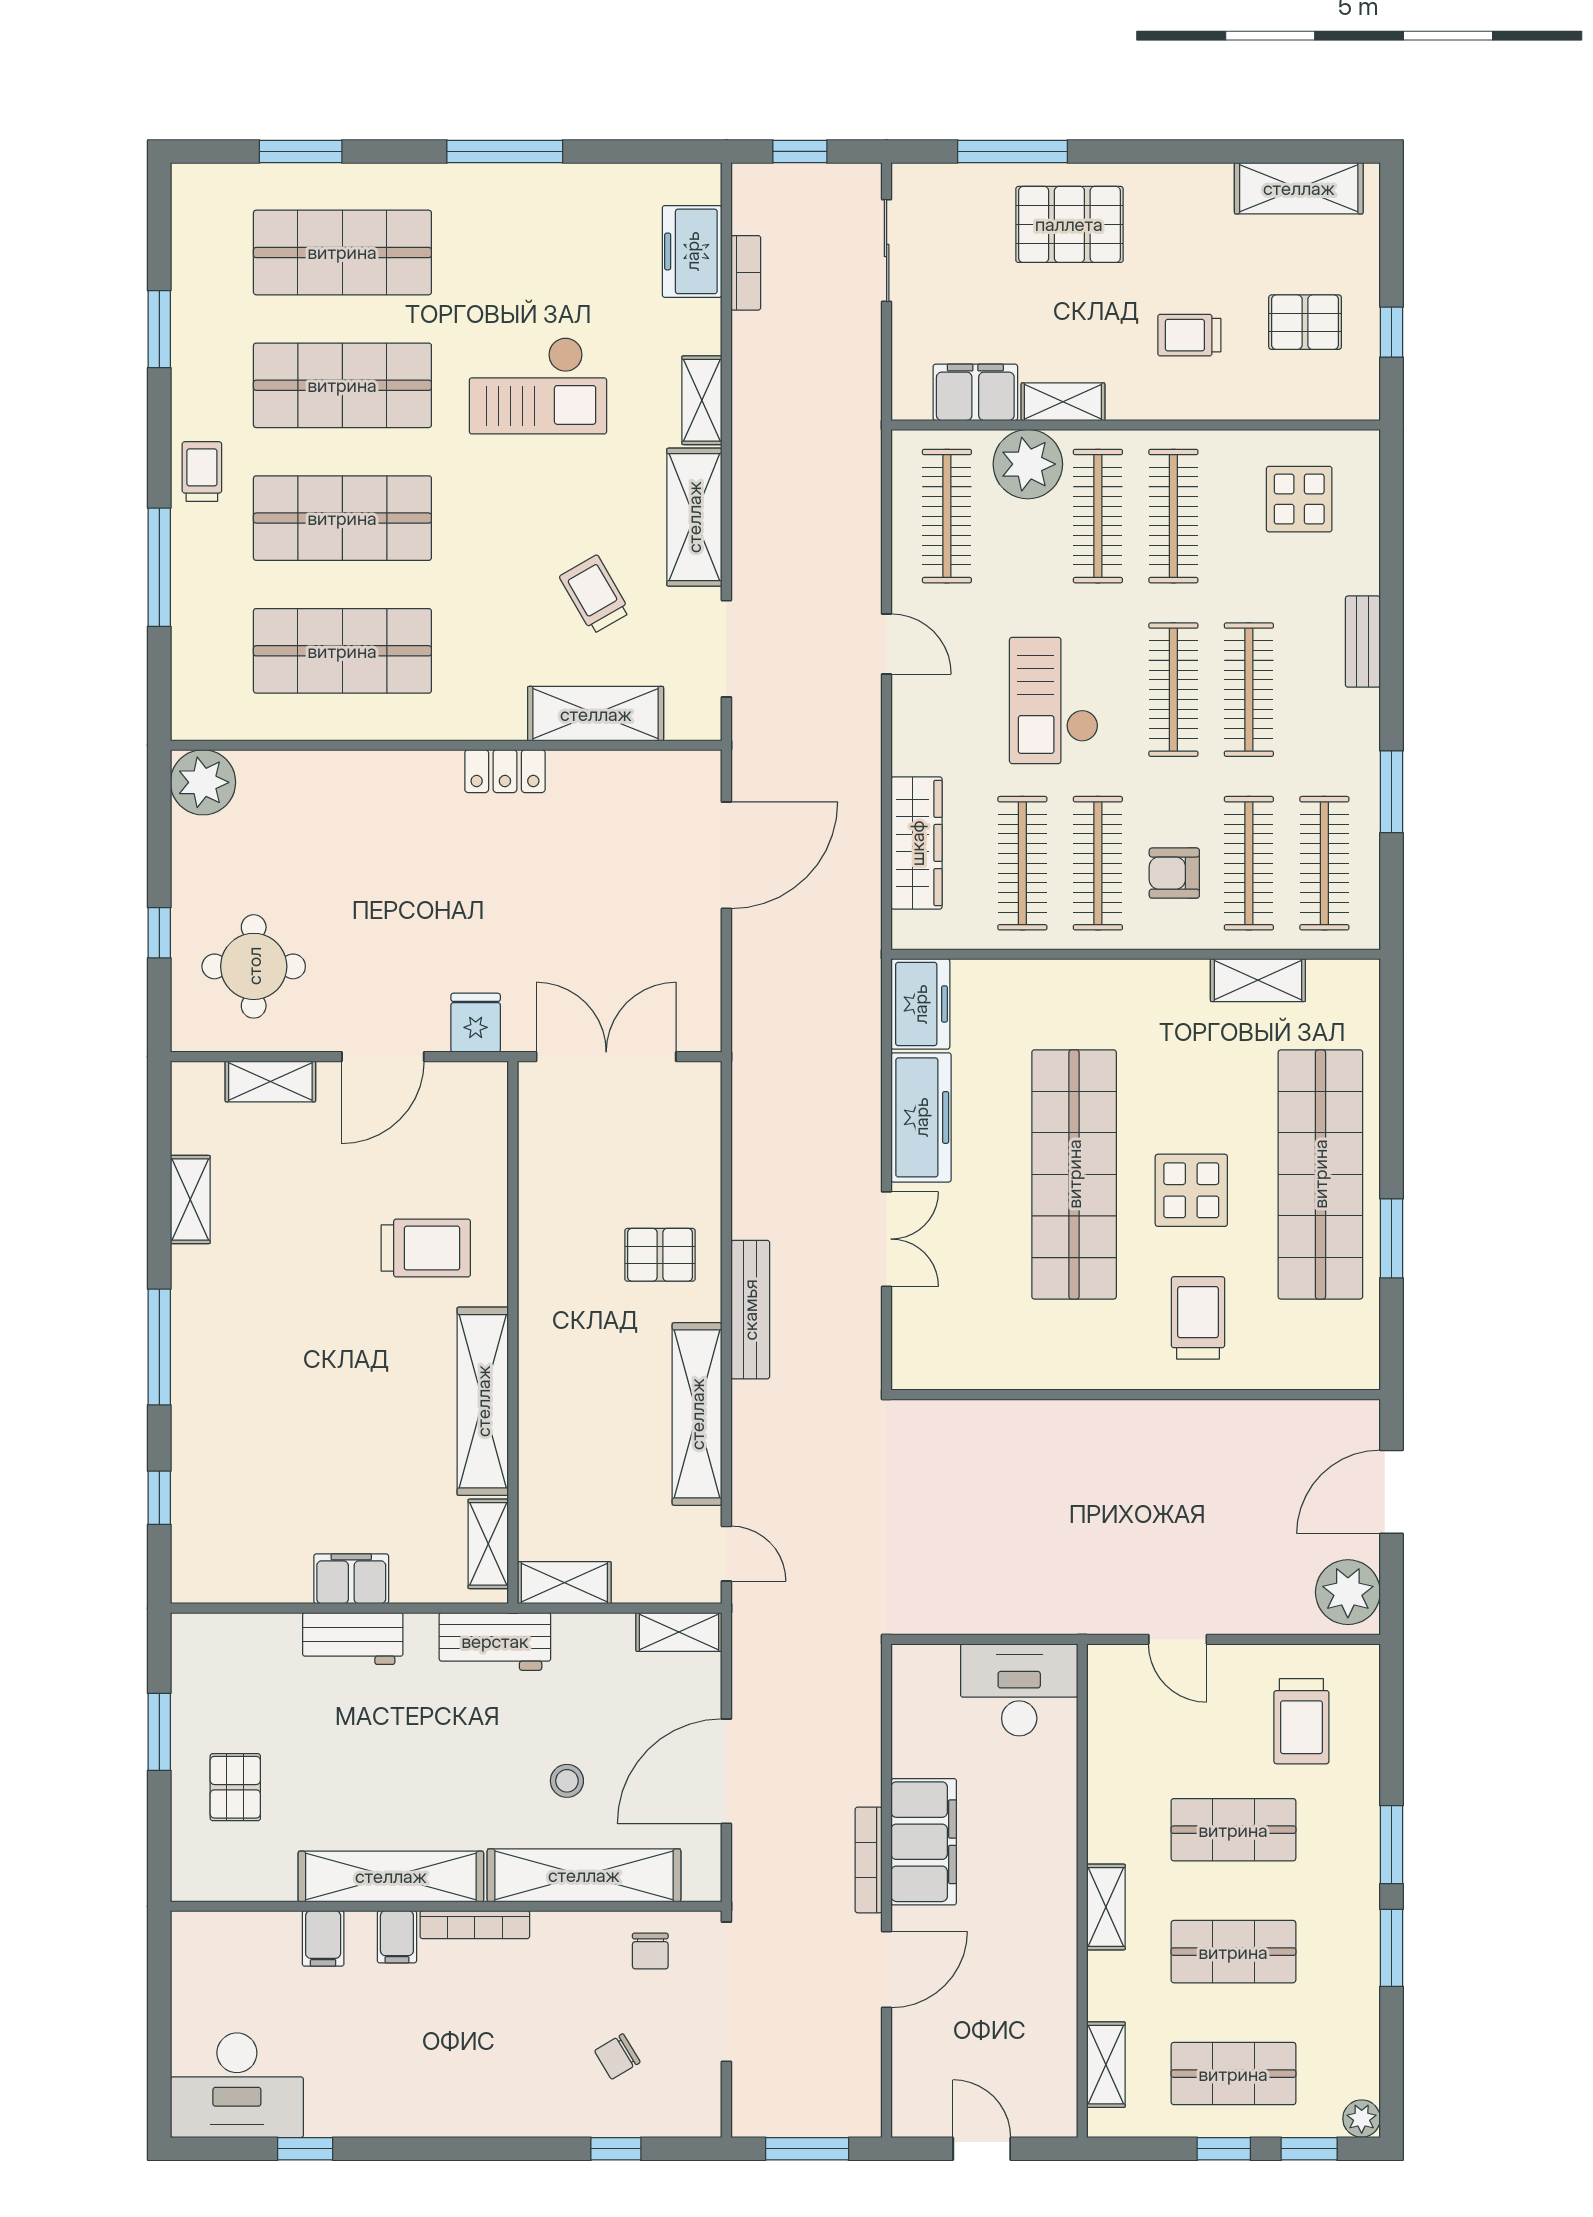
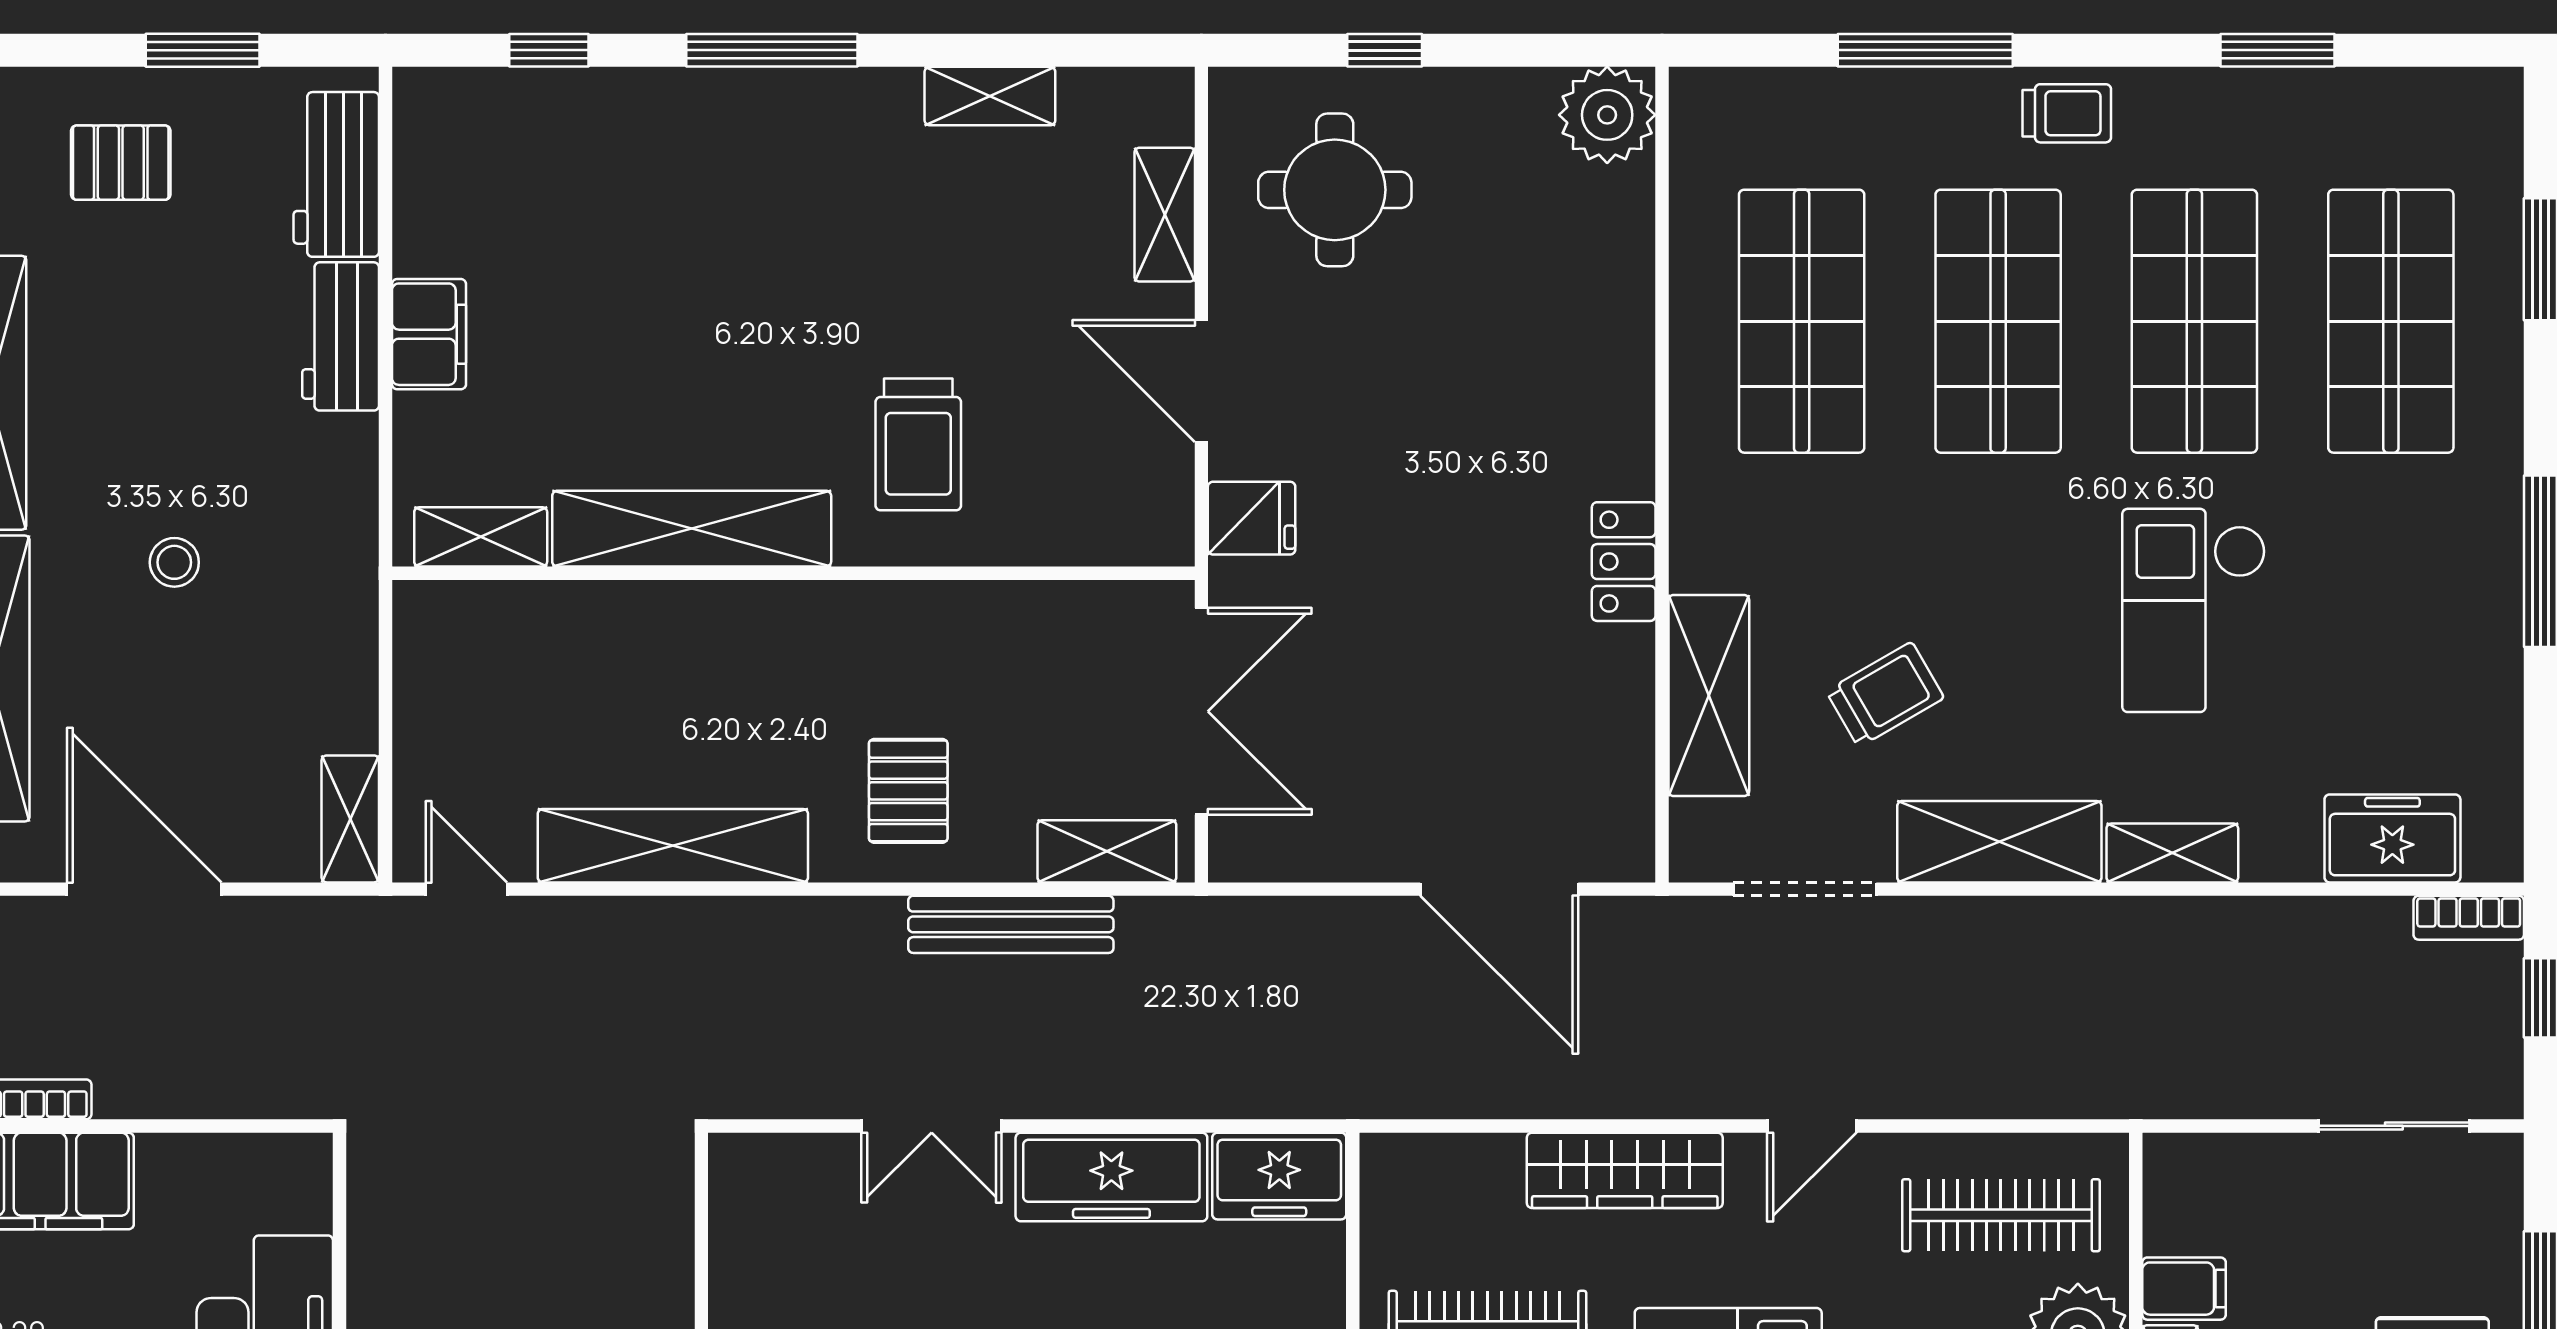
bookcase: (746, 273) -> (2469, 918), moved
filing cabinet: (975, 392) -> (2184, 1289), width x0.50
wardrobe: (917, 843) -> (1625, 1170), moved
bench: (750, 1310) -> (1011, 924), moved
door: (726, 1554) -> (466, 889), swing flipped
shelving: (564, 1583) -> (1107, 851), moved, turned 90
workbench: (495, 1641) -> (336, 174), moved
stool: (567, 1781) -> (174, 562), moved

